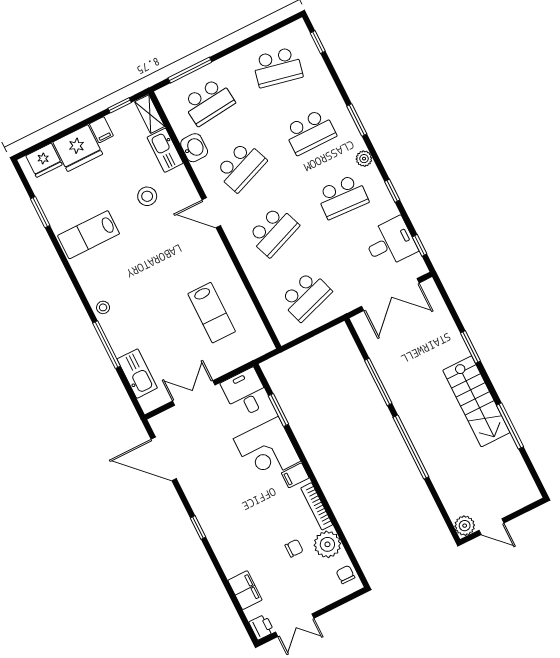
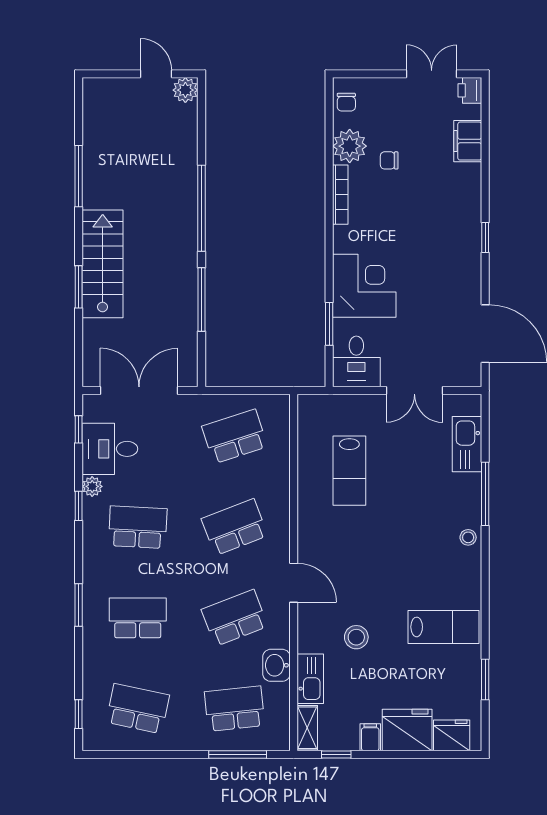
plant: (364, 159) -> (92, 486), moved
lab bench: (212, 313) -> (349, 471), turned 180
stairs: (476, 401) -> (103, 264), moved
filing cabinet: (295, 475) -> (347, 241), removed

